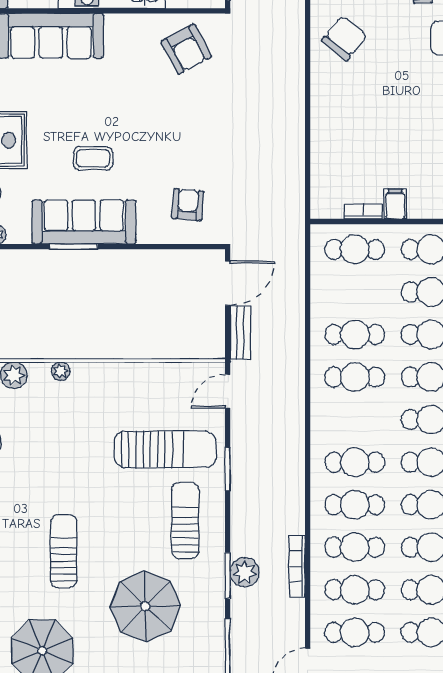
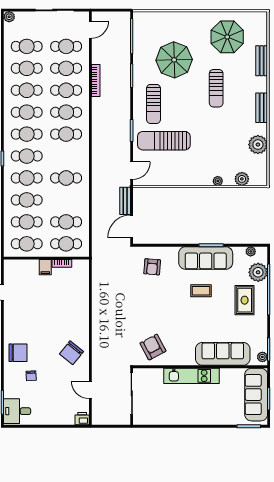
cafe table: (355, 335) -> (66, 222), moved
plant: (245, 572) -> (123, 77), removed

